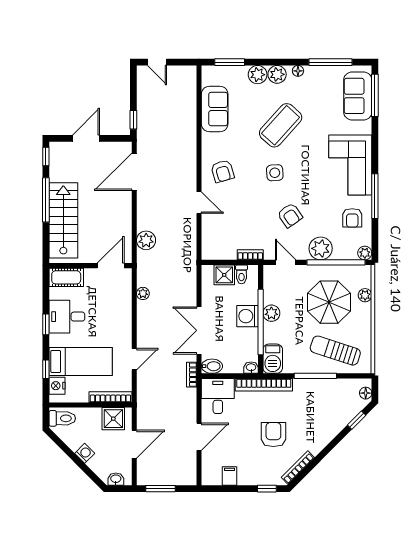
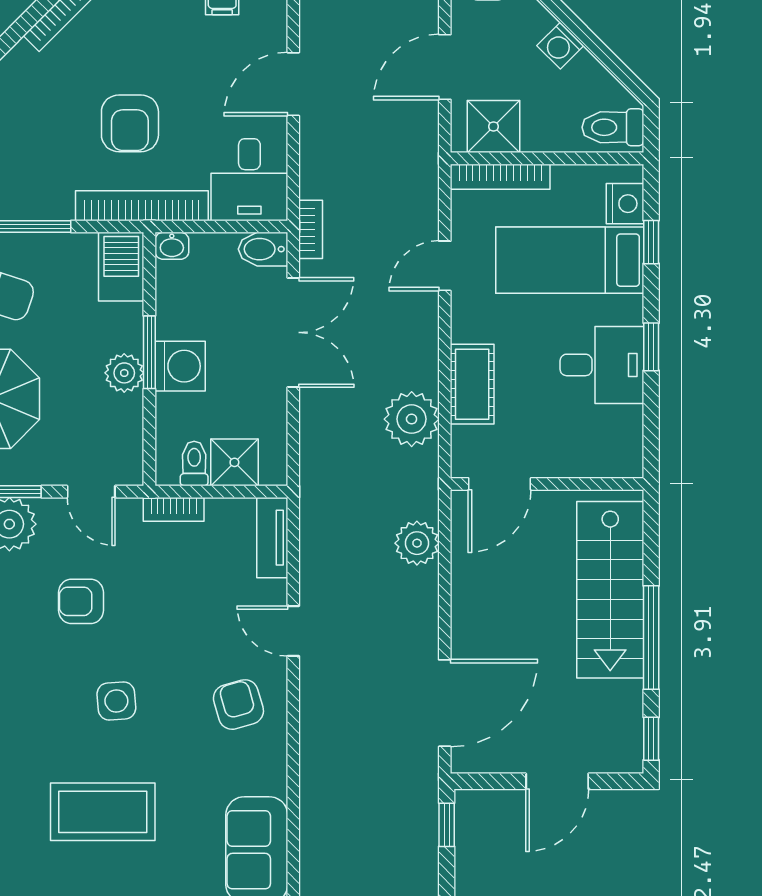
coffee table: (281, 125) -> (103, 812), turned 48
armchair: (290, 215) -> (81, 601), turned -55
tv unit: (208, 243) -> (272, 538), added
cot: (66, 277) -> (472, 384), moved, turned 90
plant: (143, 293) -> (412, 419), width x1.87, depth x1.87
window: (261, 322) -> (149, 352), width x0.47
armchair: (273, 435) -> (130, 123), moved

